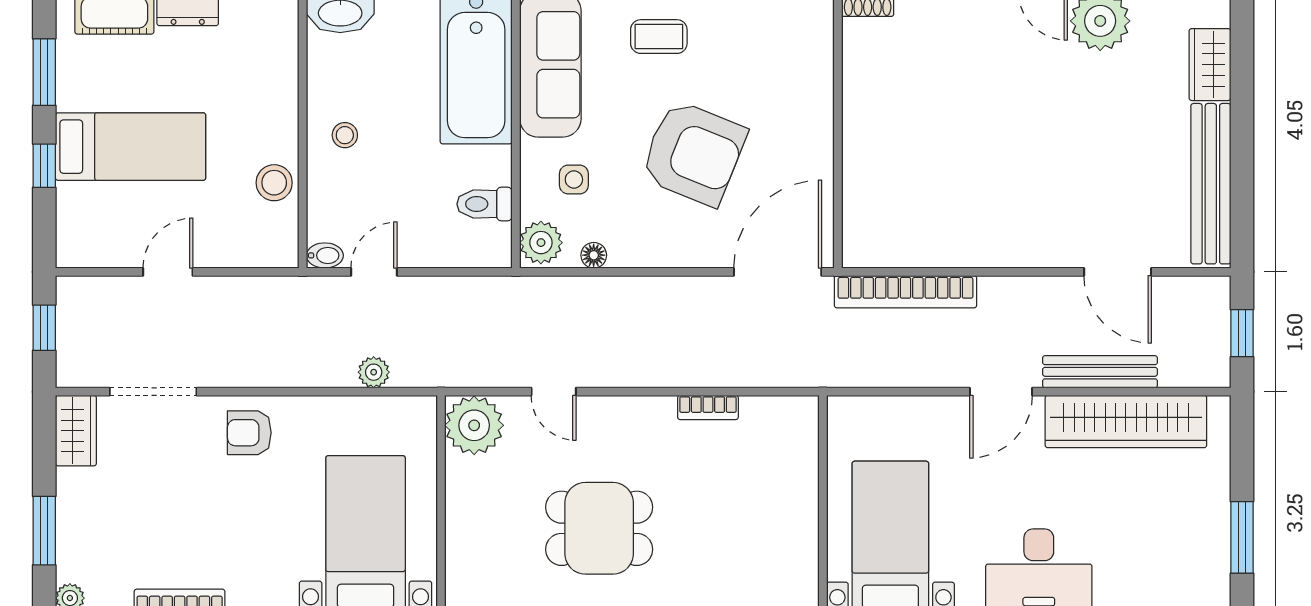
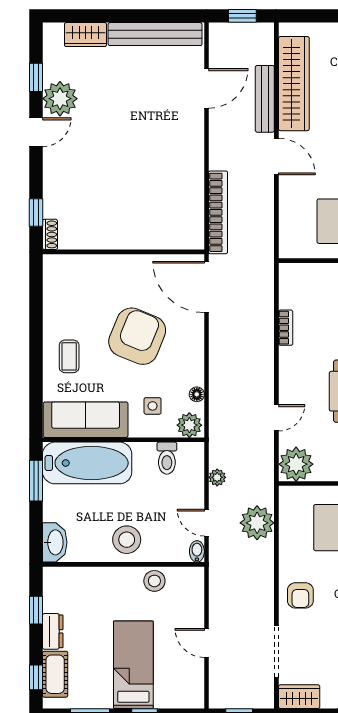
stool: (345, 135) -> (127, 540), width x1.89, depth x1.89
plant: (451, 290) -> (217, 477), added
plant: (374, 372) -> (257, 523), width x1.88, depth x1.88

